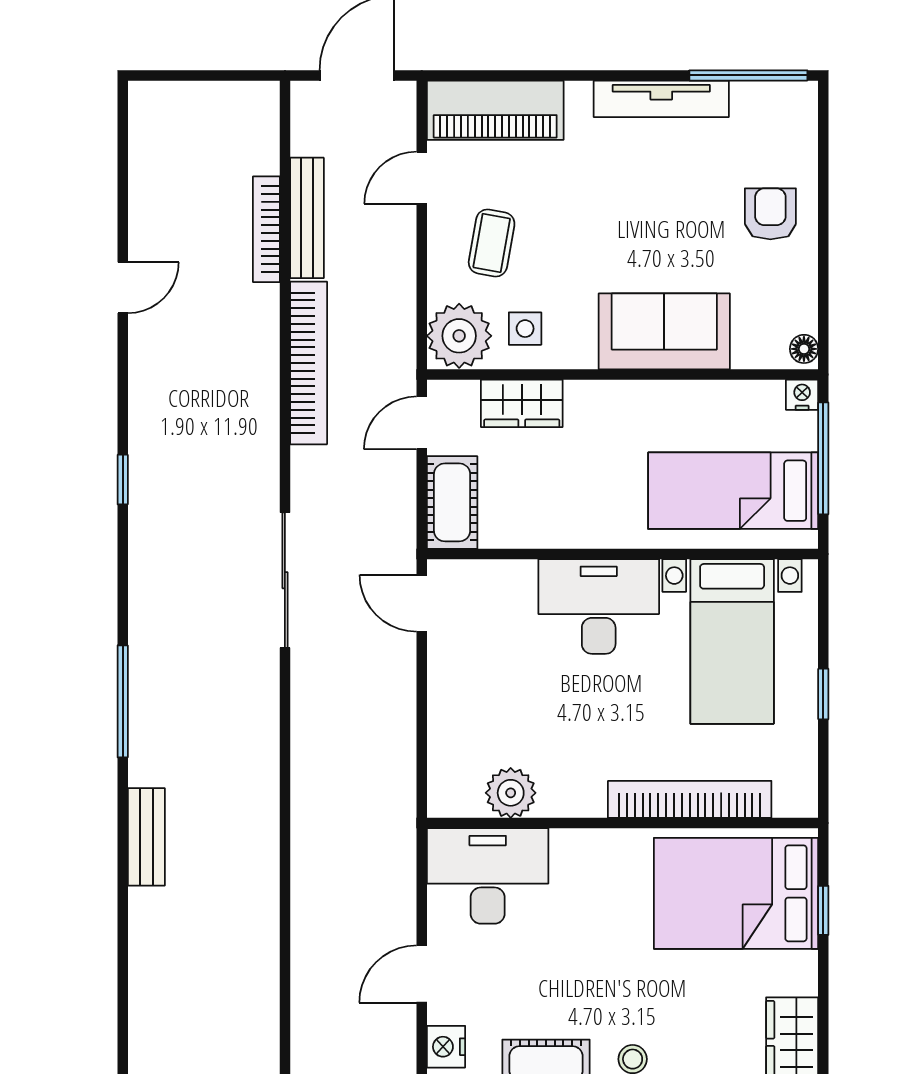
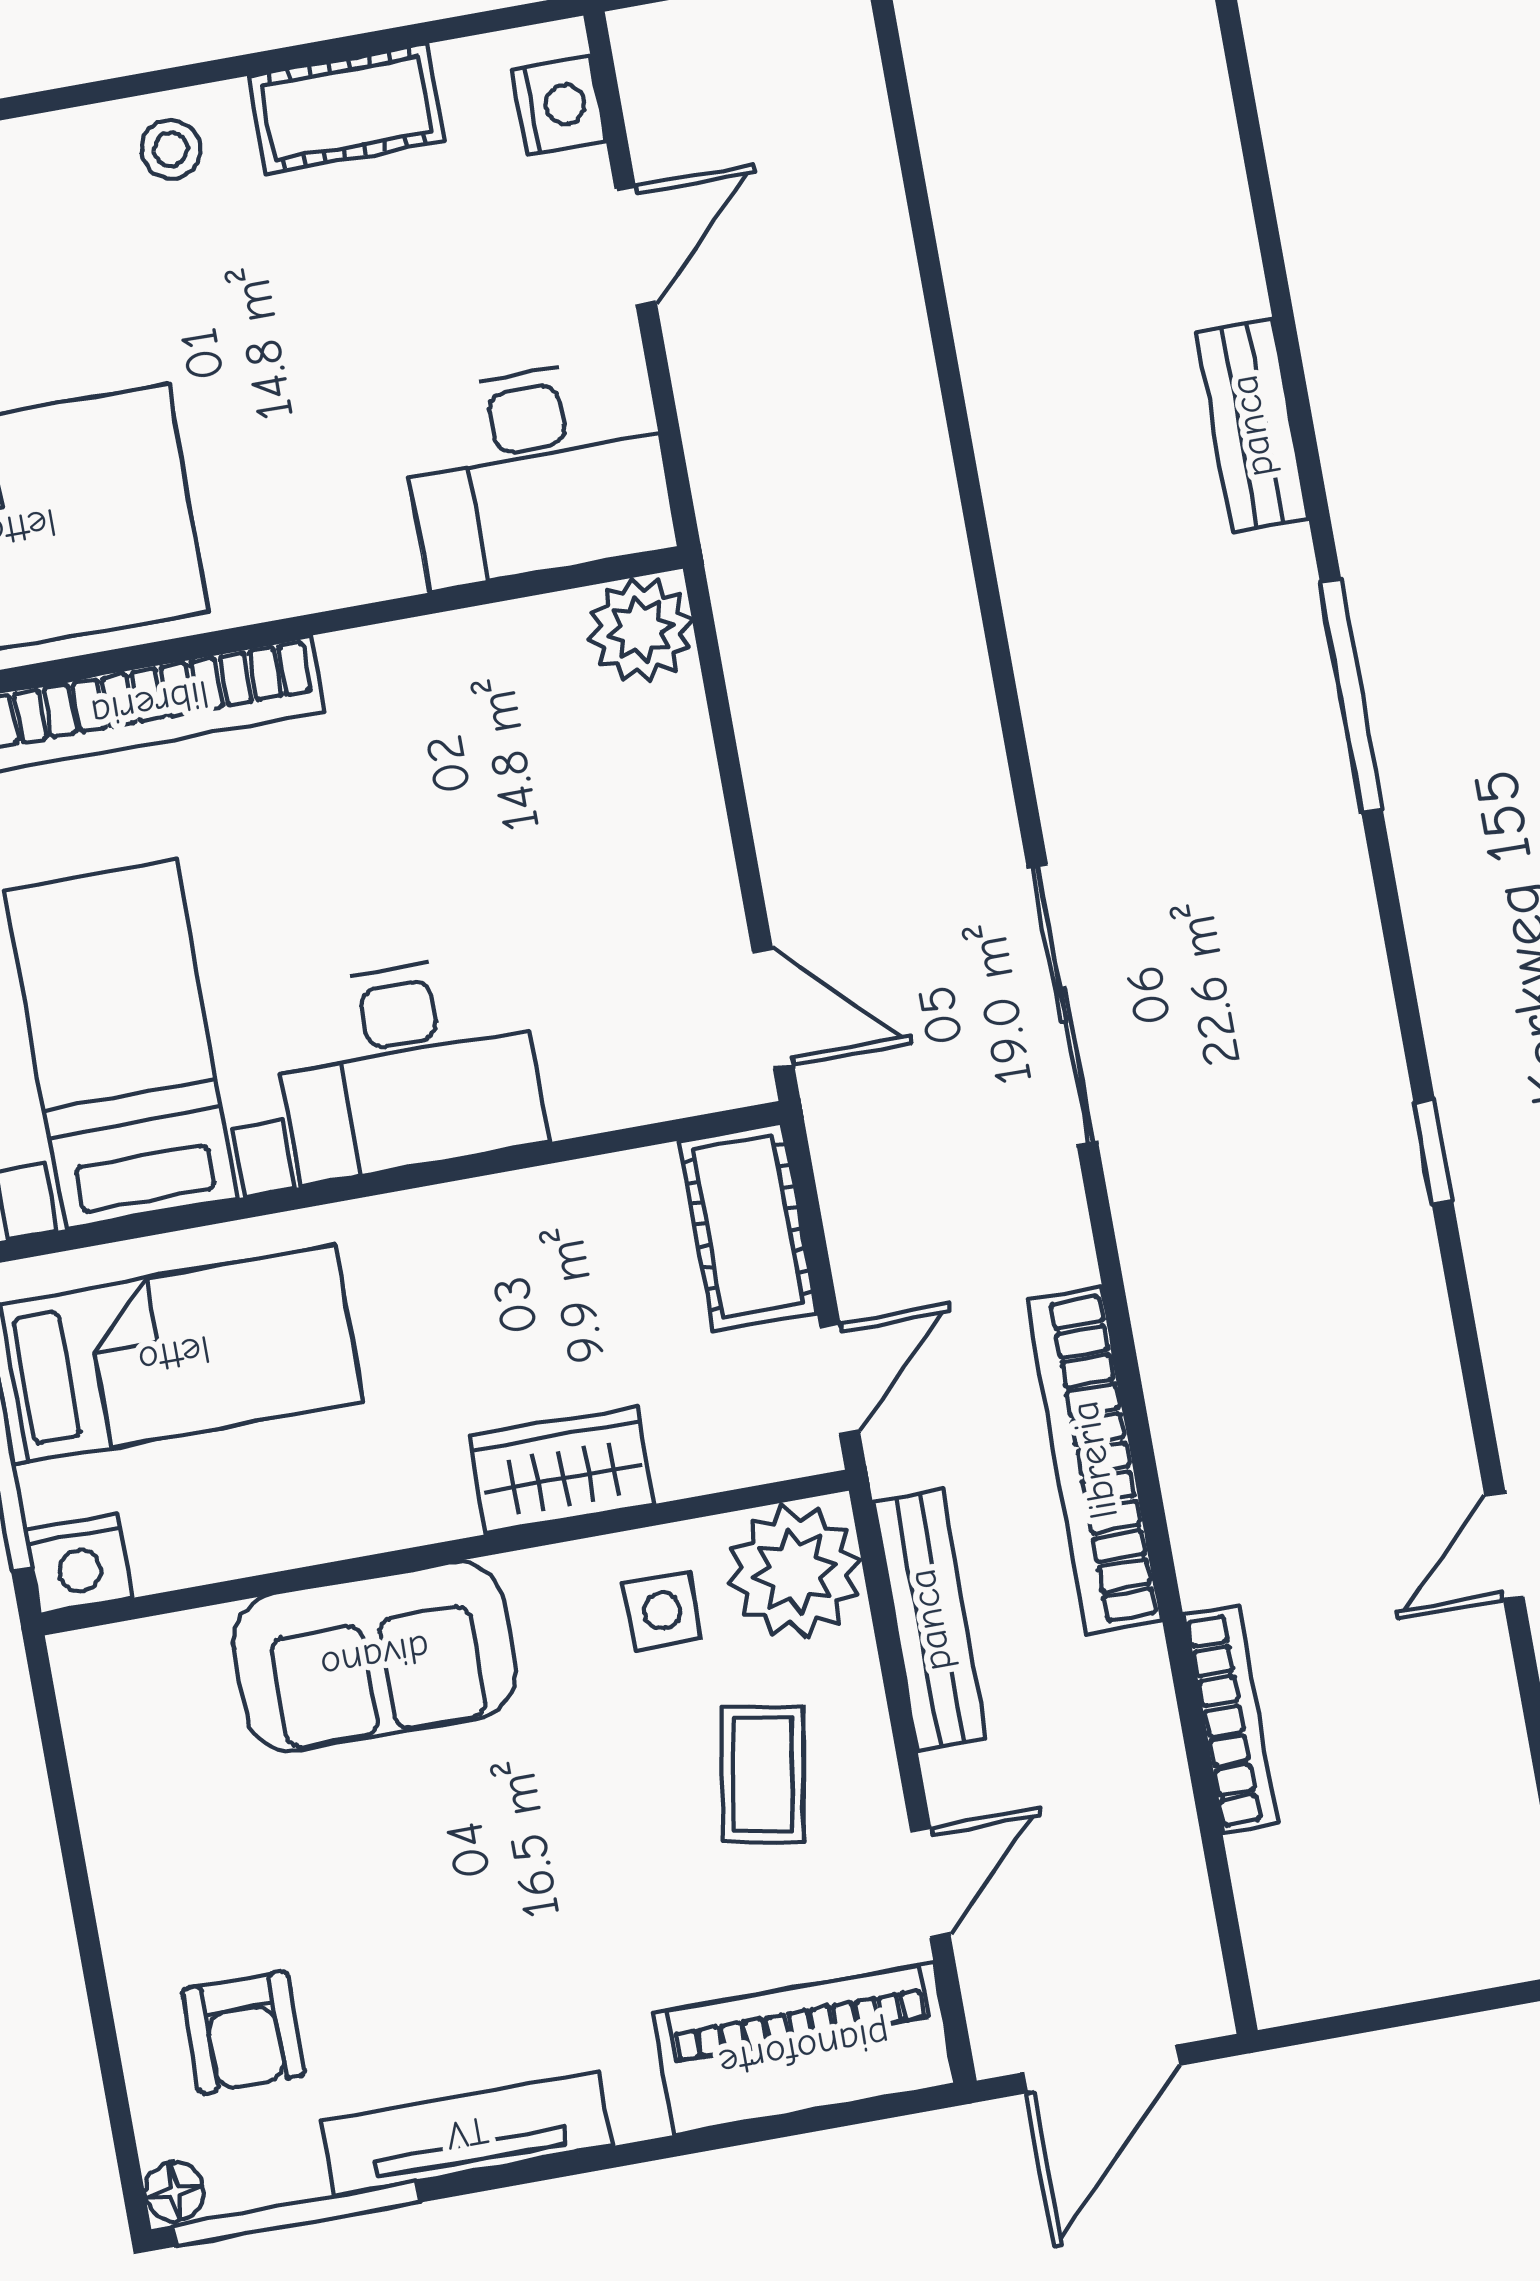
armchair: (770, 214) -> (243, 2032), moved
bench: (307, 218) -> (930, 1620), moved
floor lamp: (804, 349) -> (175, 2191), moved
nightstand: (802, 395) -> (79, 1564), width x1.39, depth x1.35
wardrobe: (522, 403) -> (562, 1470), moved
plant: (511, 793) -> (641, 630), moved

